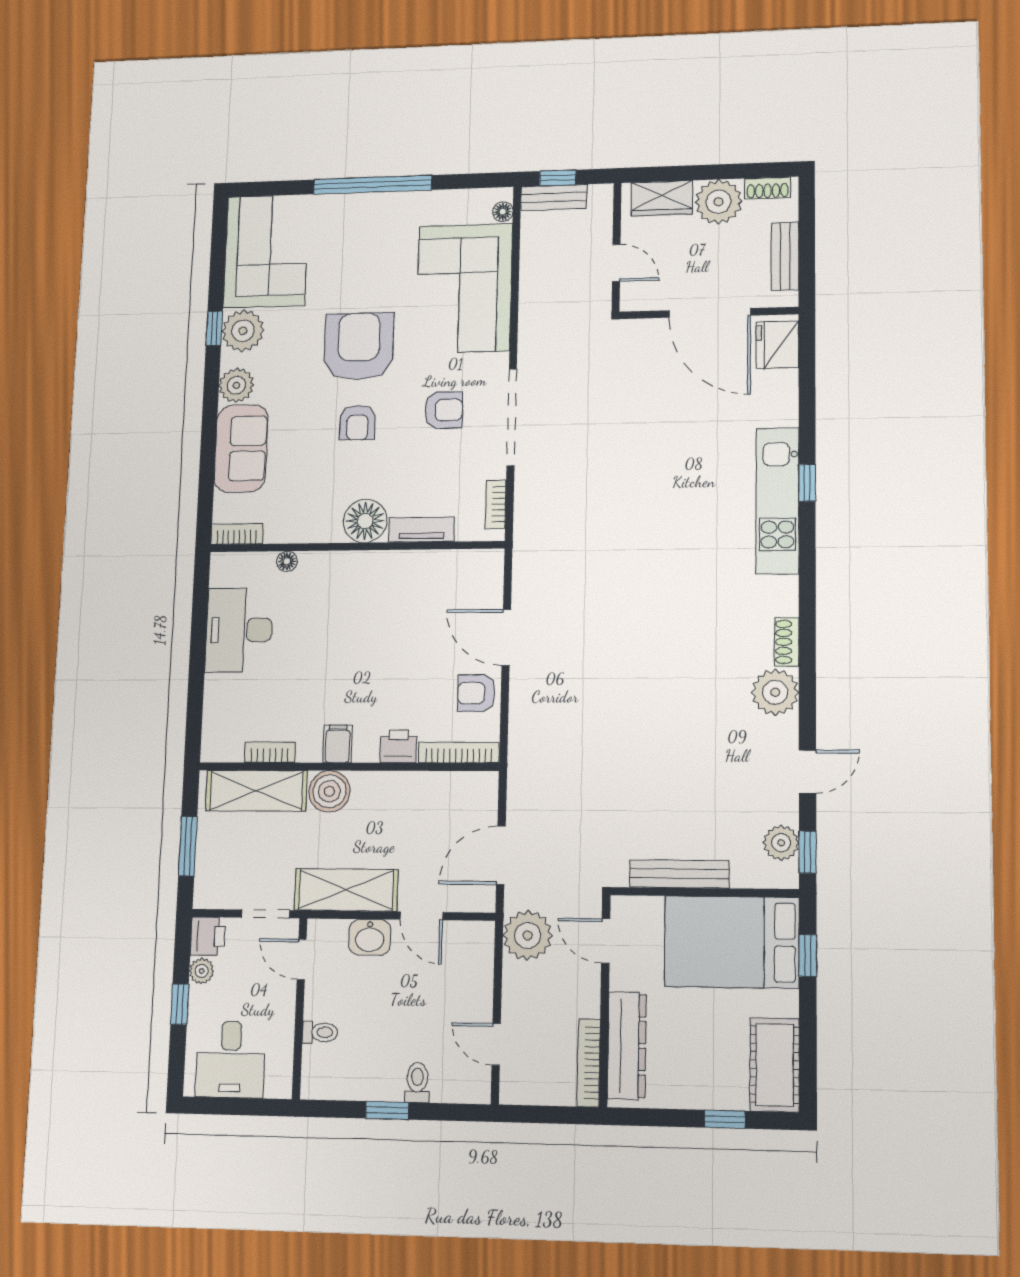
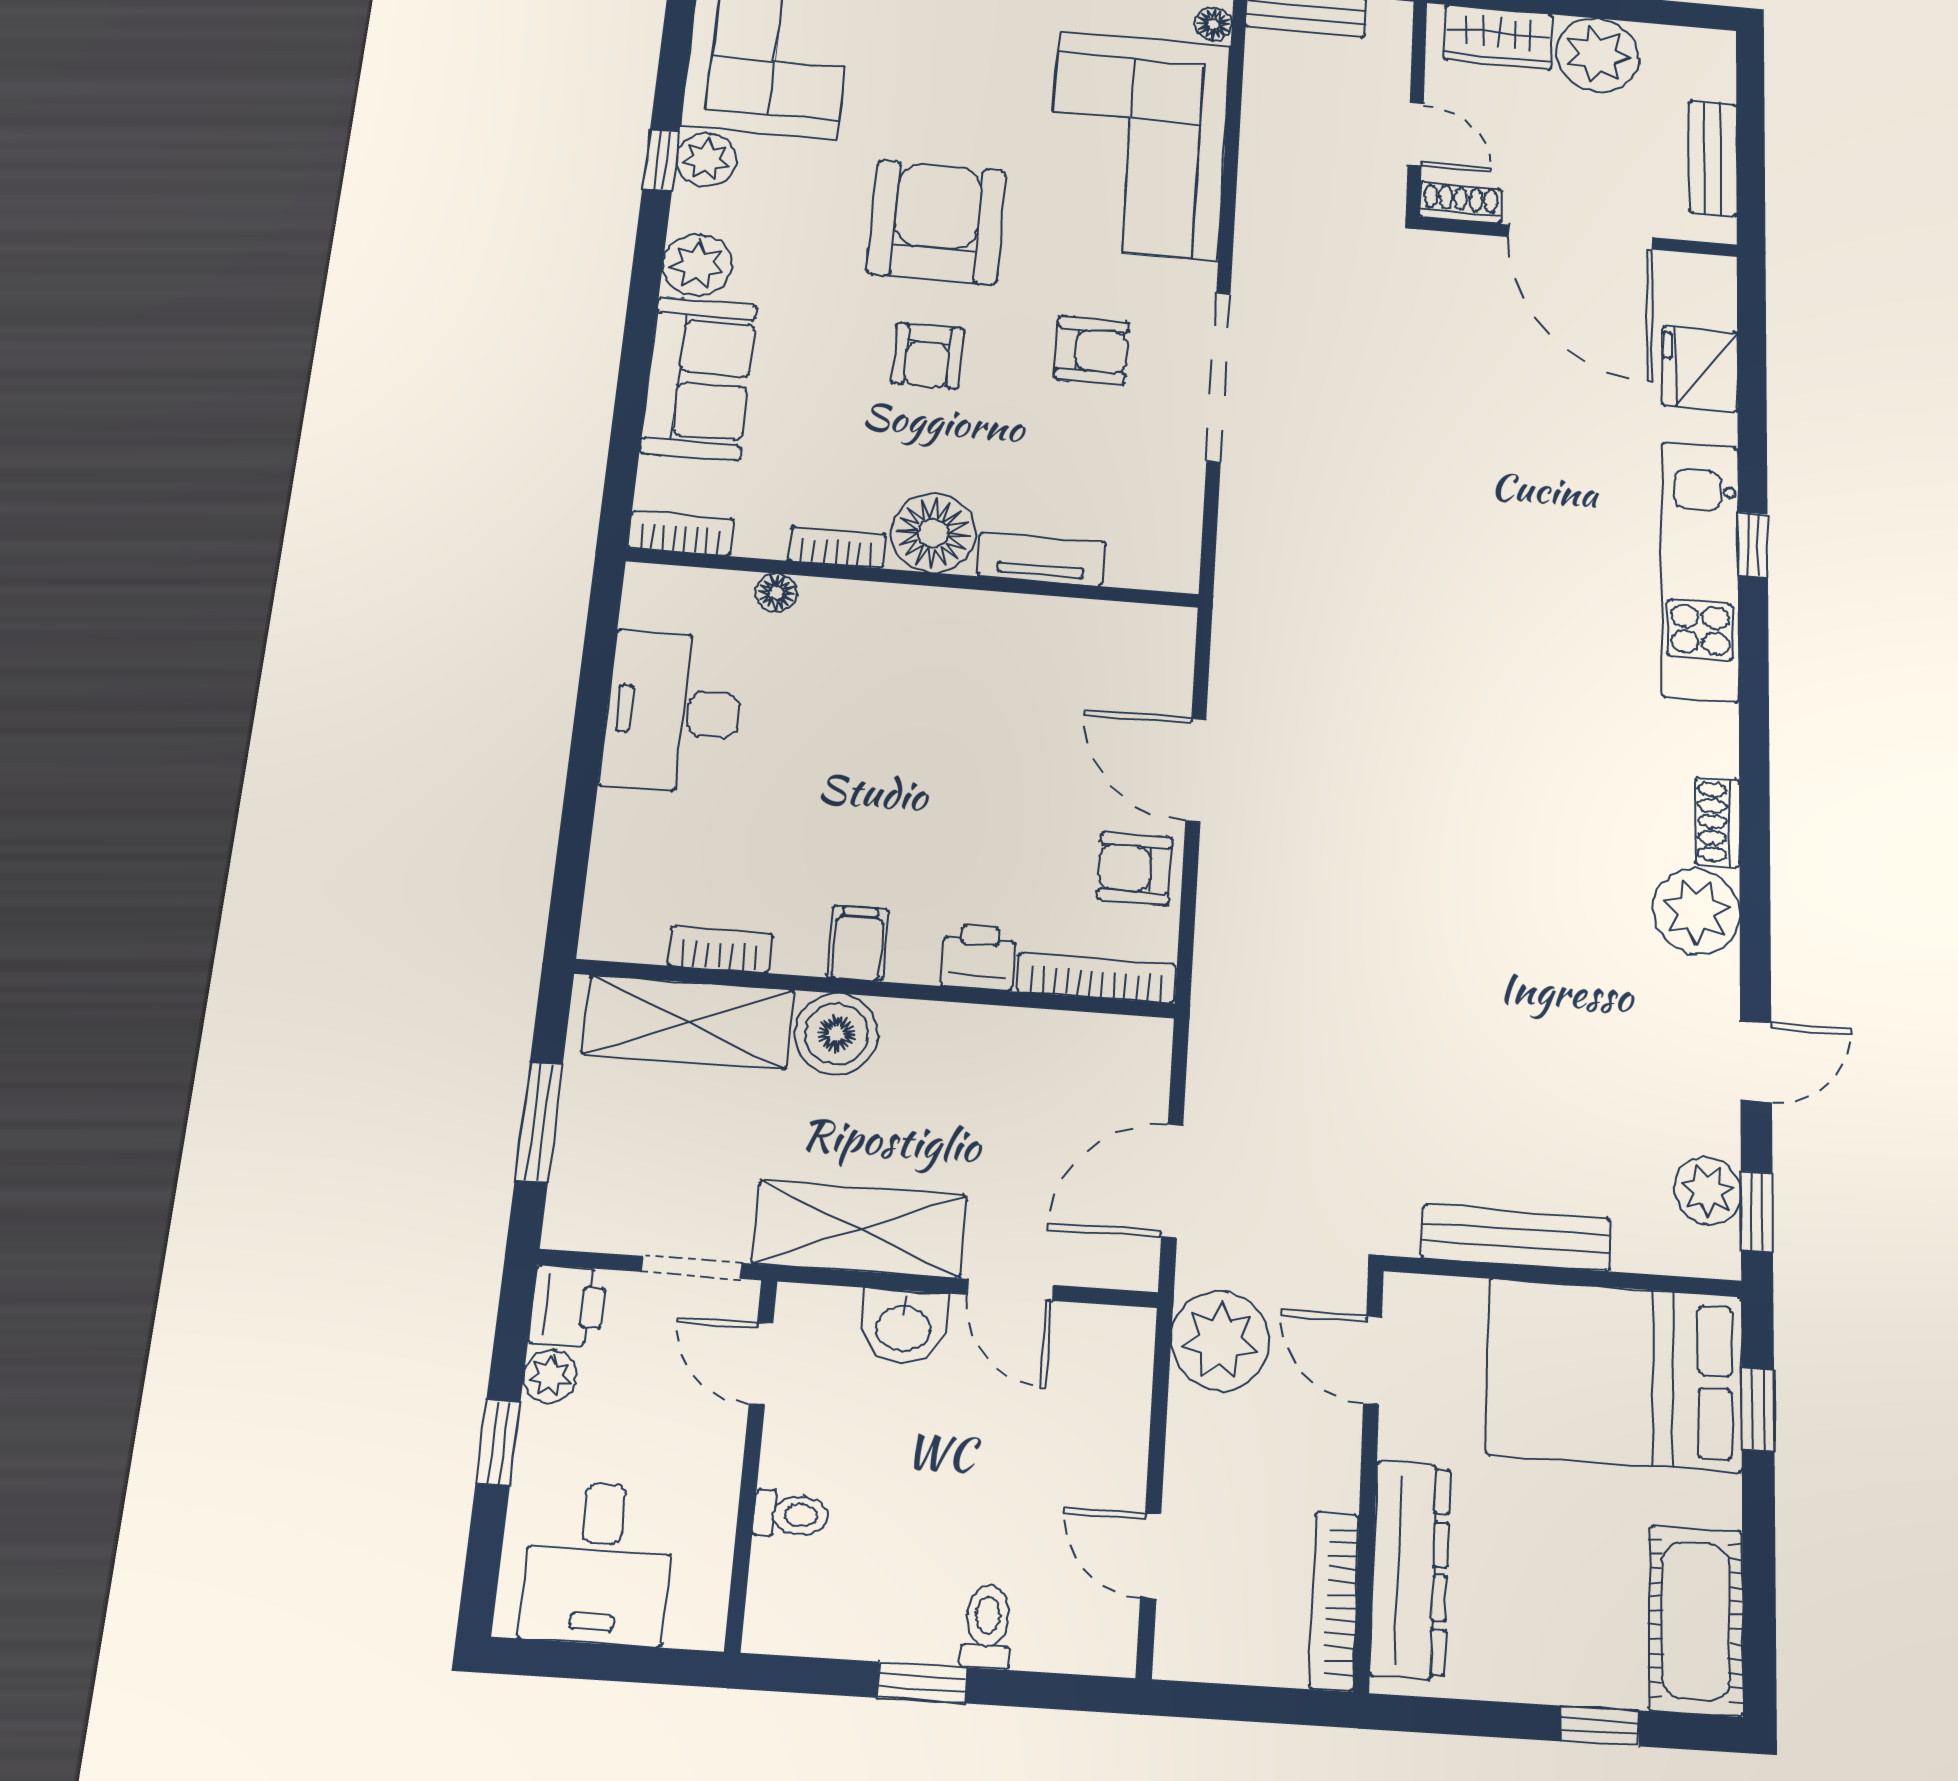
shoe rack: (768, 188) -> (1461, 203), moved, turned 180
plant: (243, 331) -> (706, 160), width x0.73, depth x0.73
fridge: (777, 345) -> (1700, 369), moved
bookcase: (496, 504) -> (837, 547), moved, turned 90

